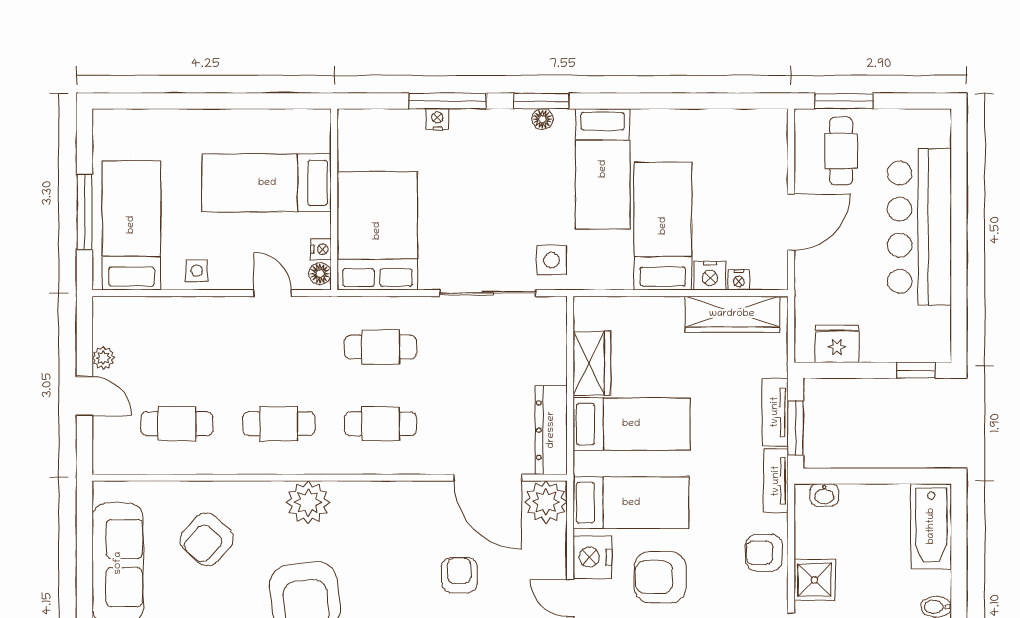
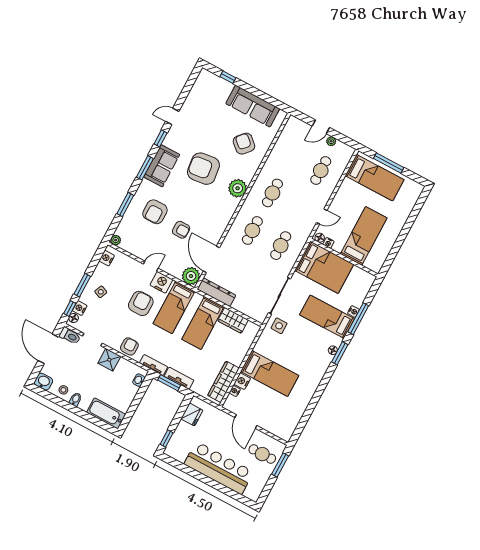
bed: (603, 169) -> (327, 317), moved
side table: (197, 271) -> (345, 193), removed
cafe table: (177, 424) -> (321, 171), moved
door: (488, 478) -> (211, 259), hinge flipped

